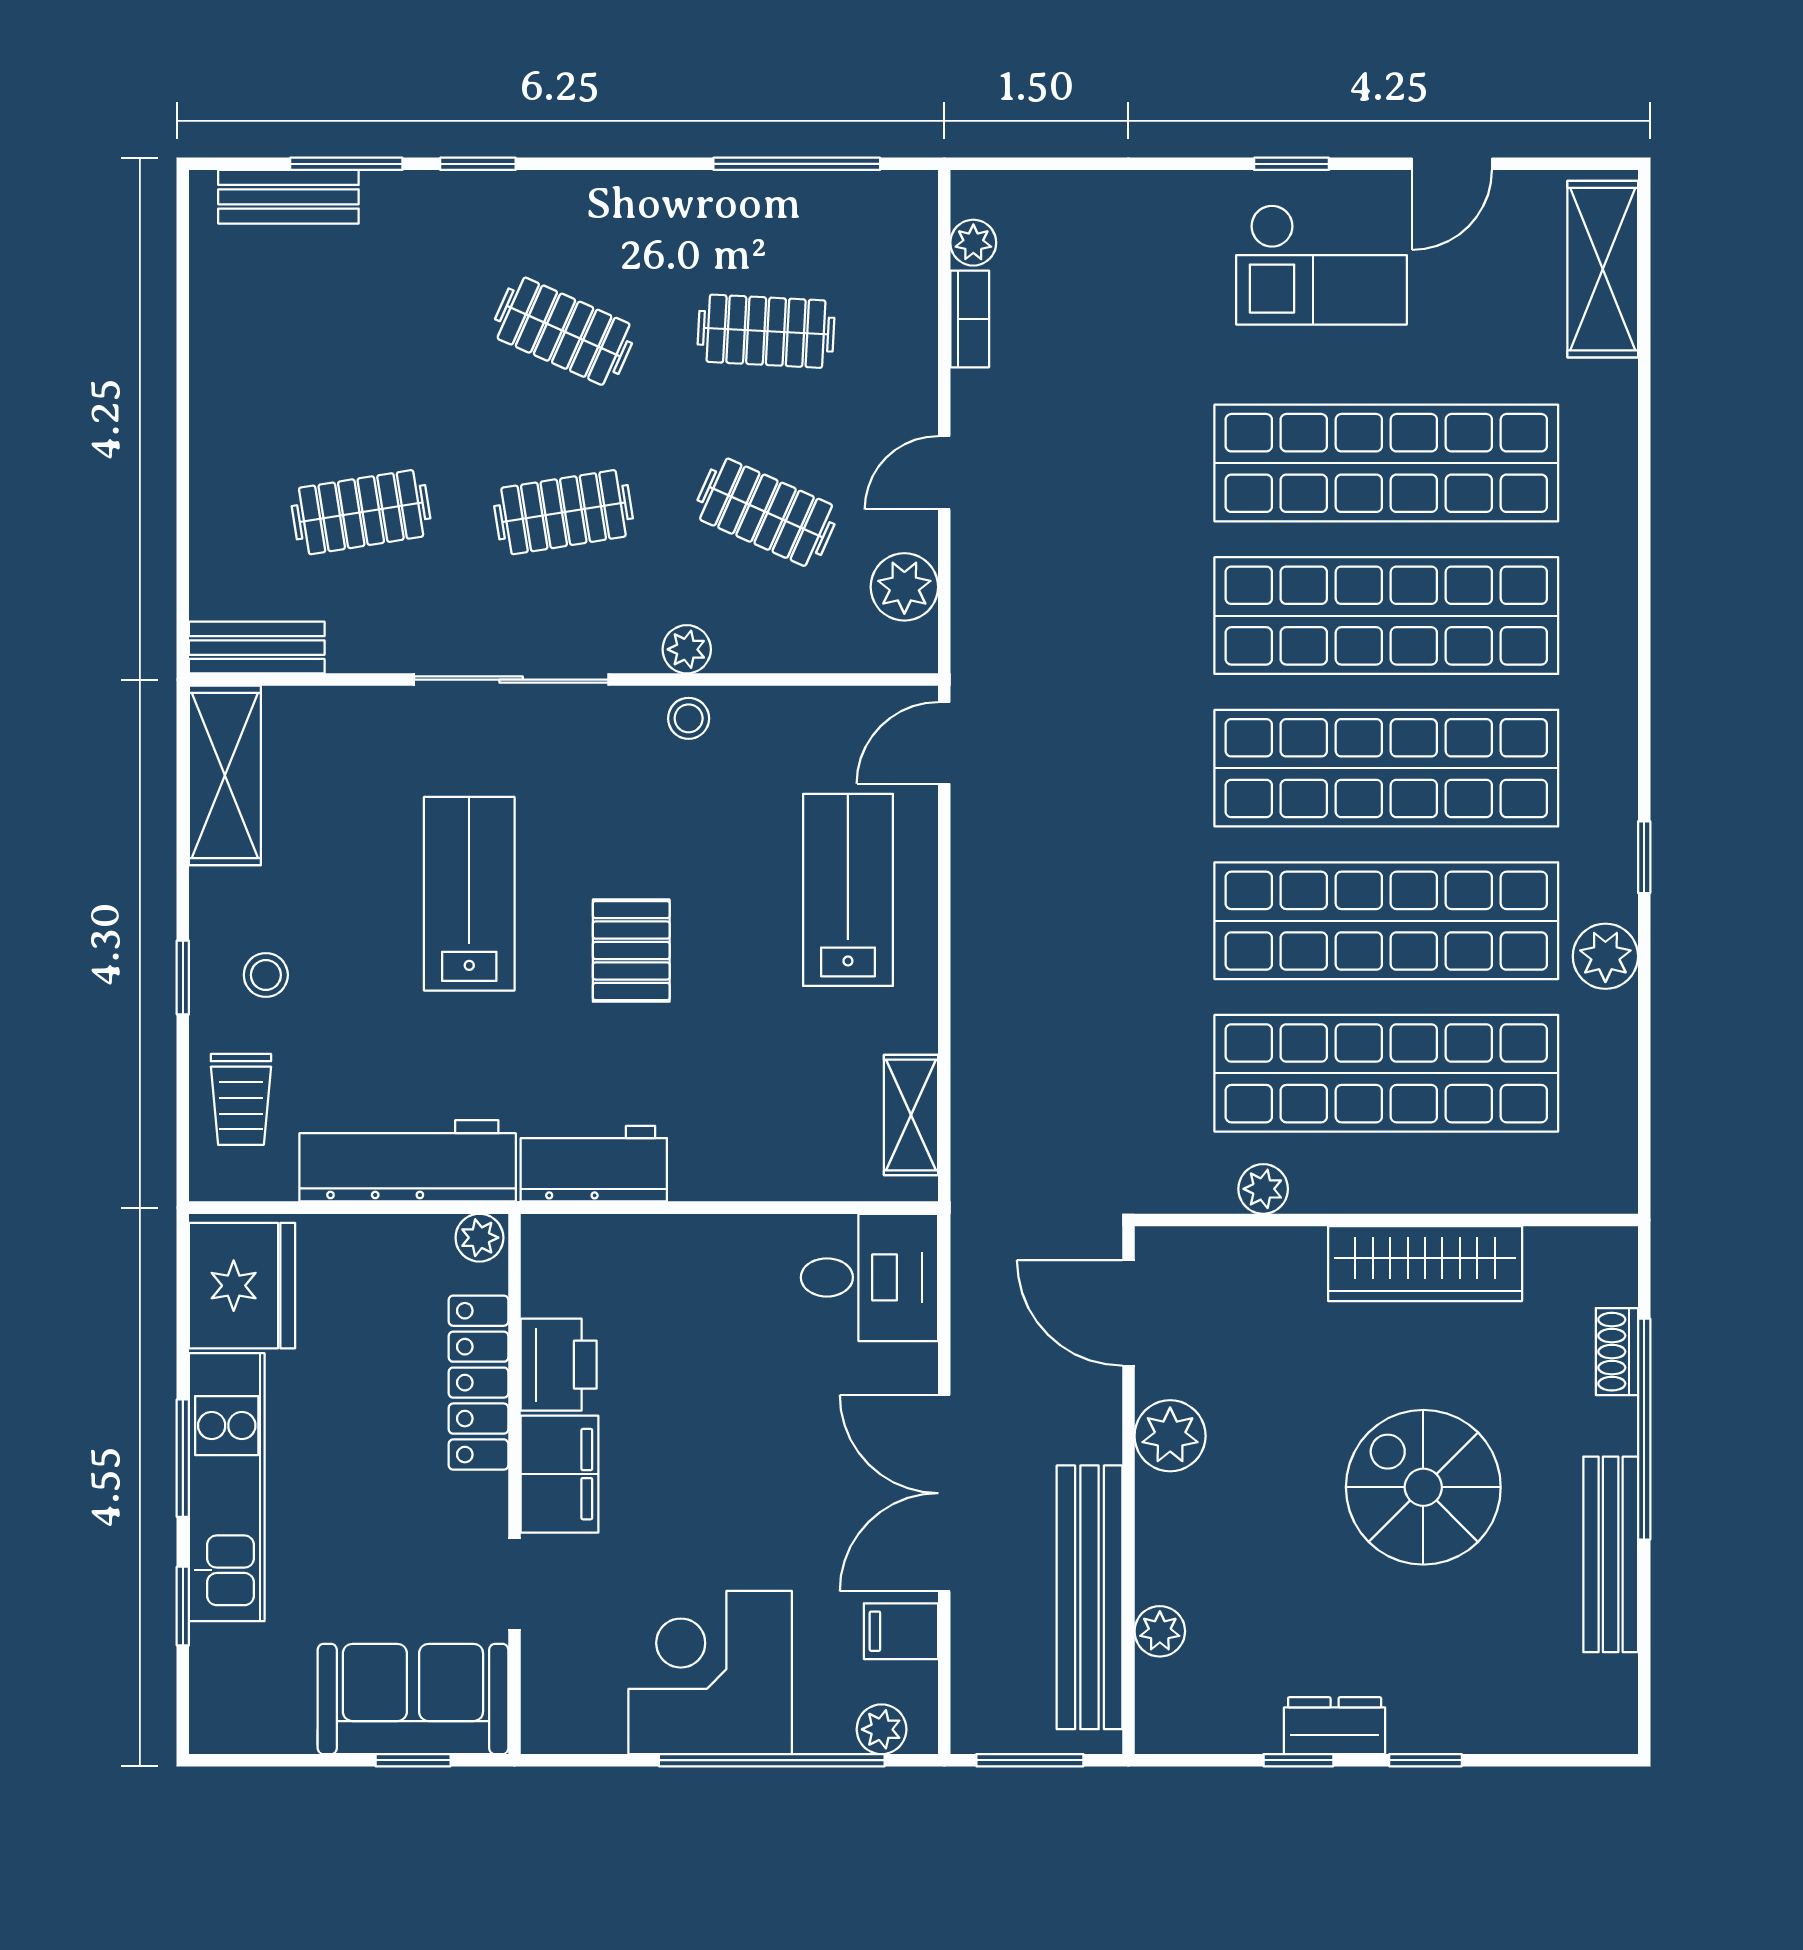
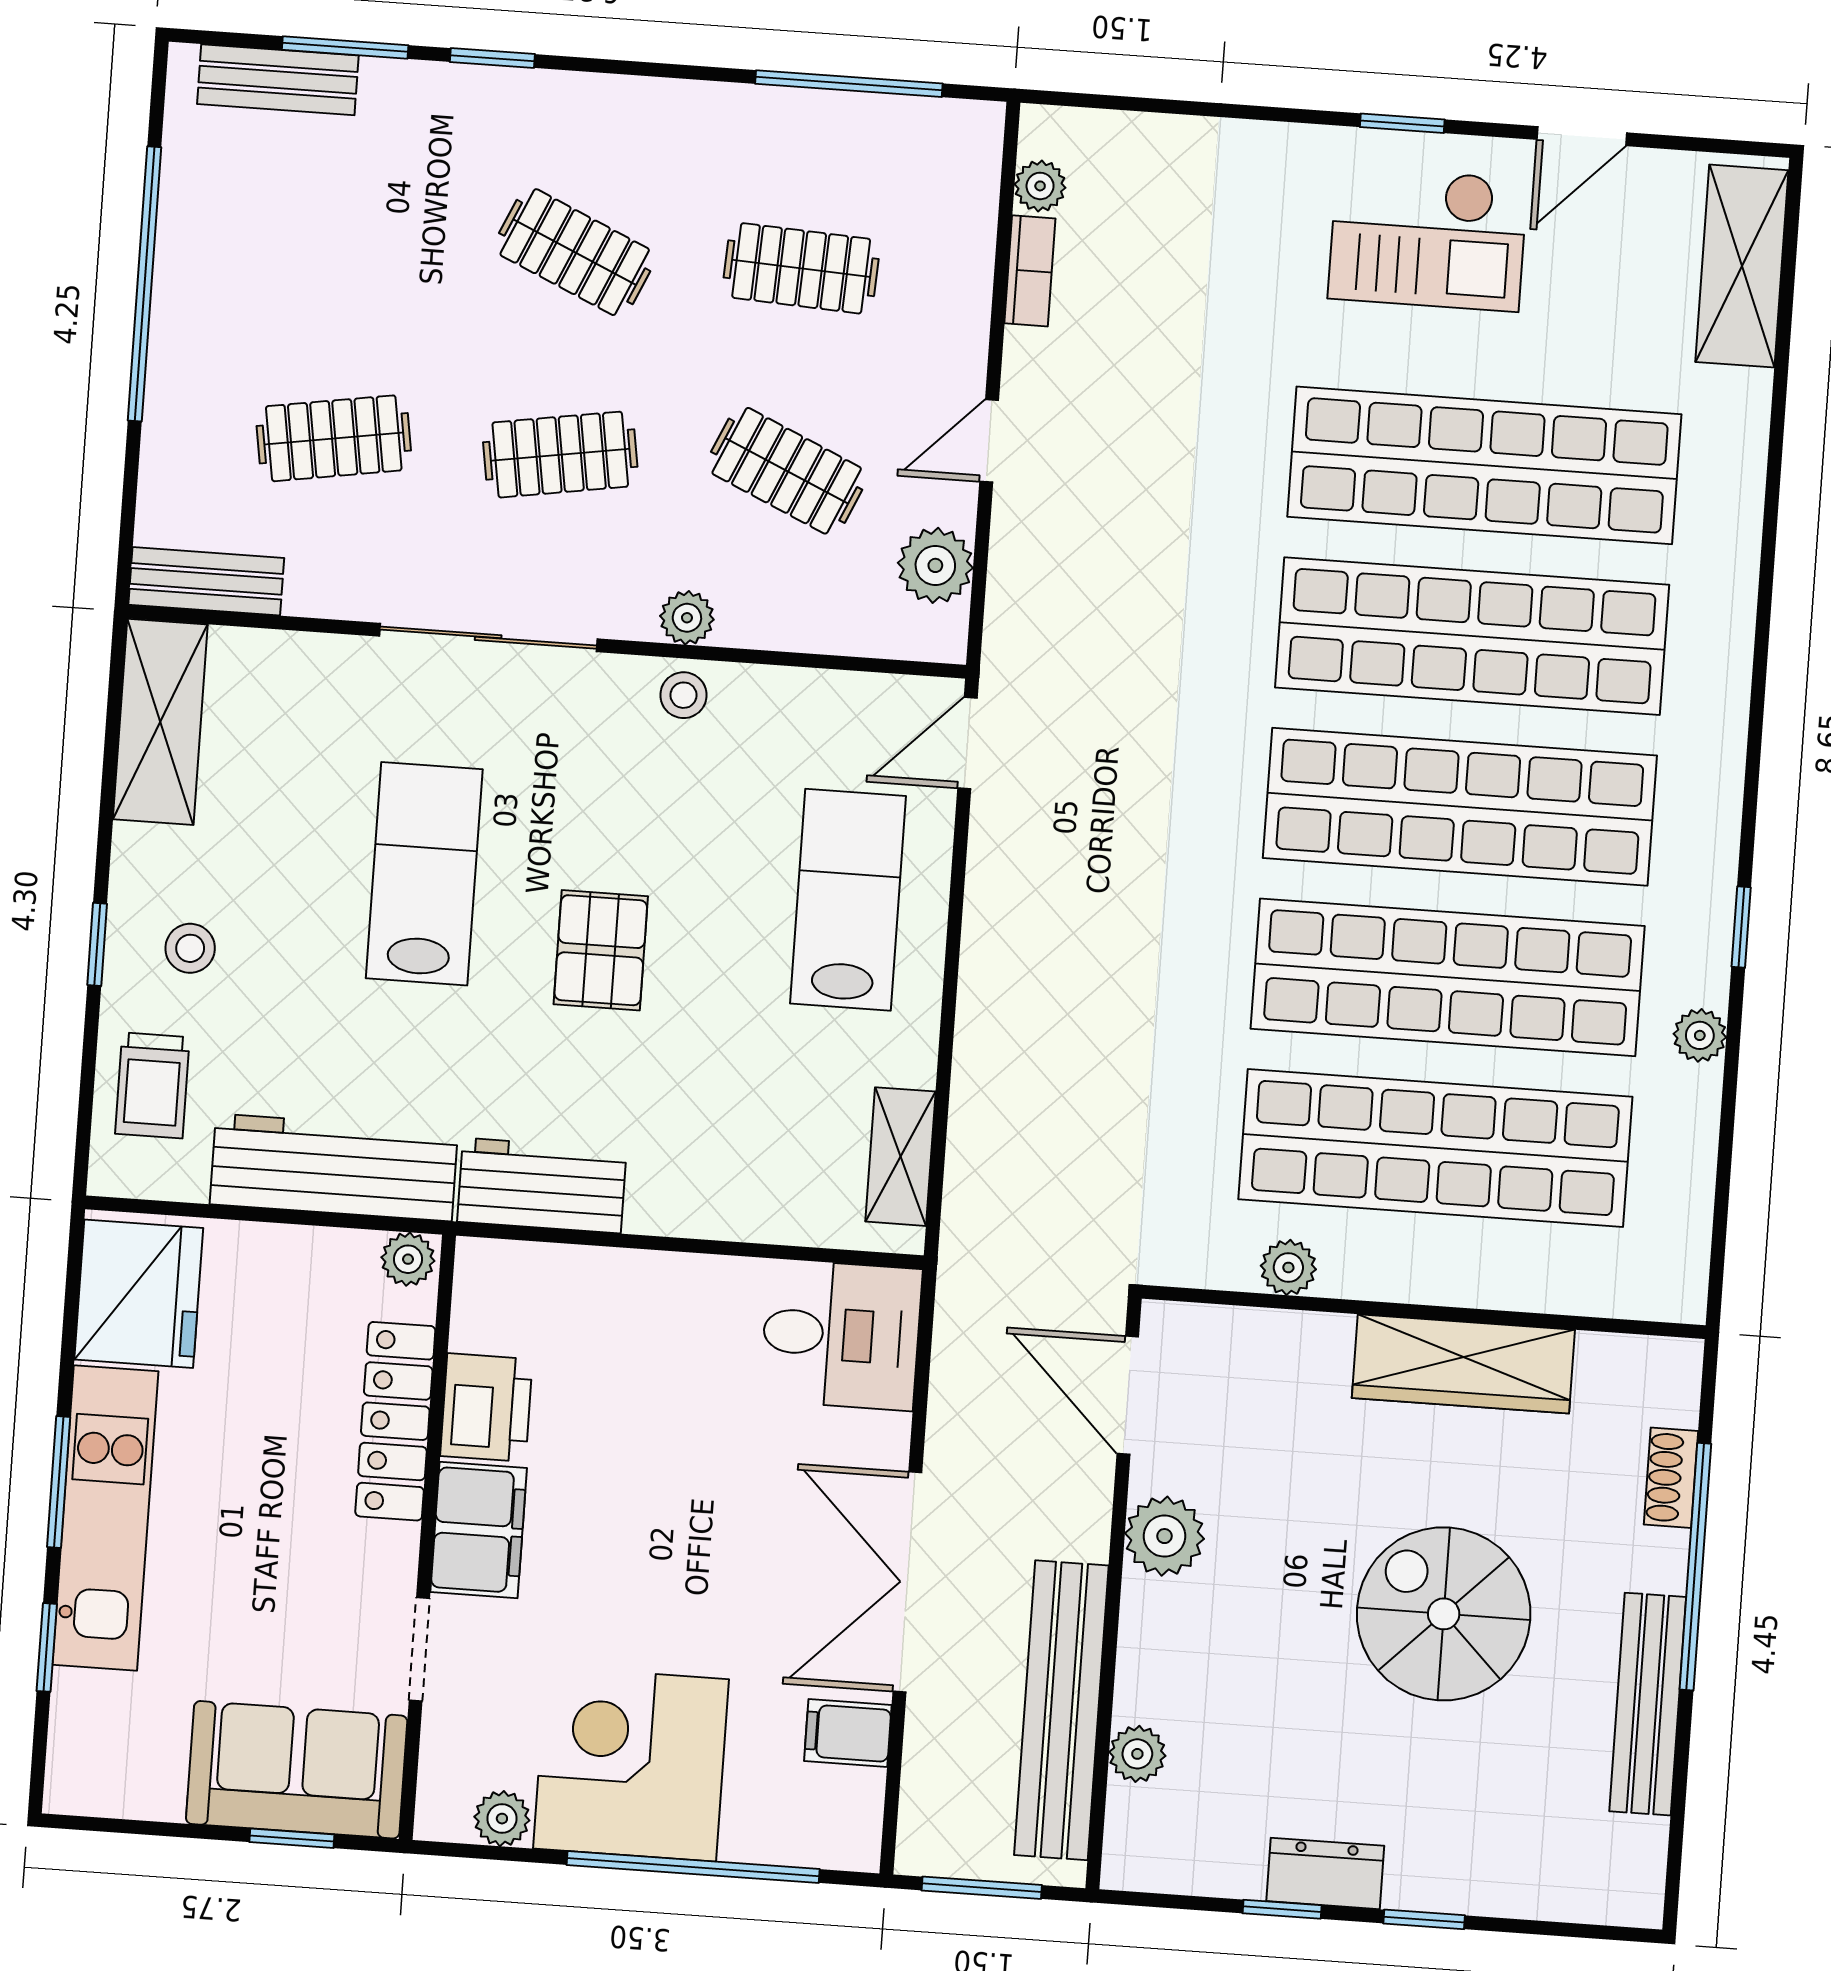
window: (183, 387) -> (144, 284), added
plant: (1605, 956) -> (1700, 1035), width x0.73, depth x0.73
plant: (882, 1729) -> (502, 1819), moved

